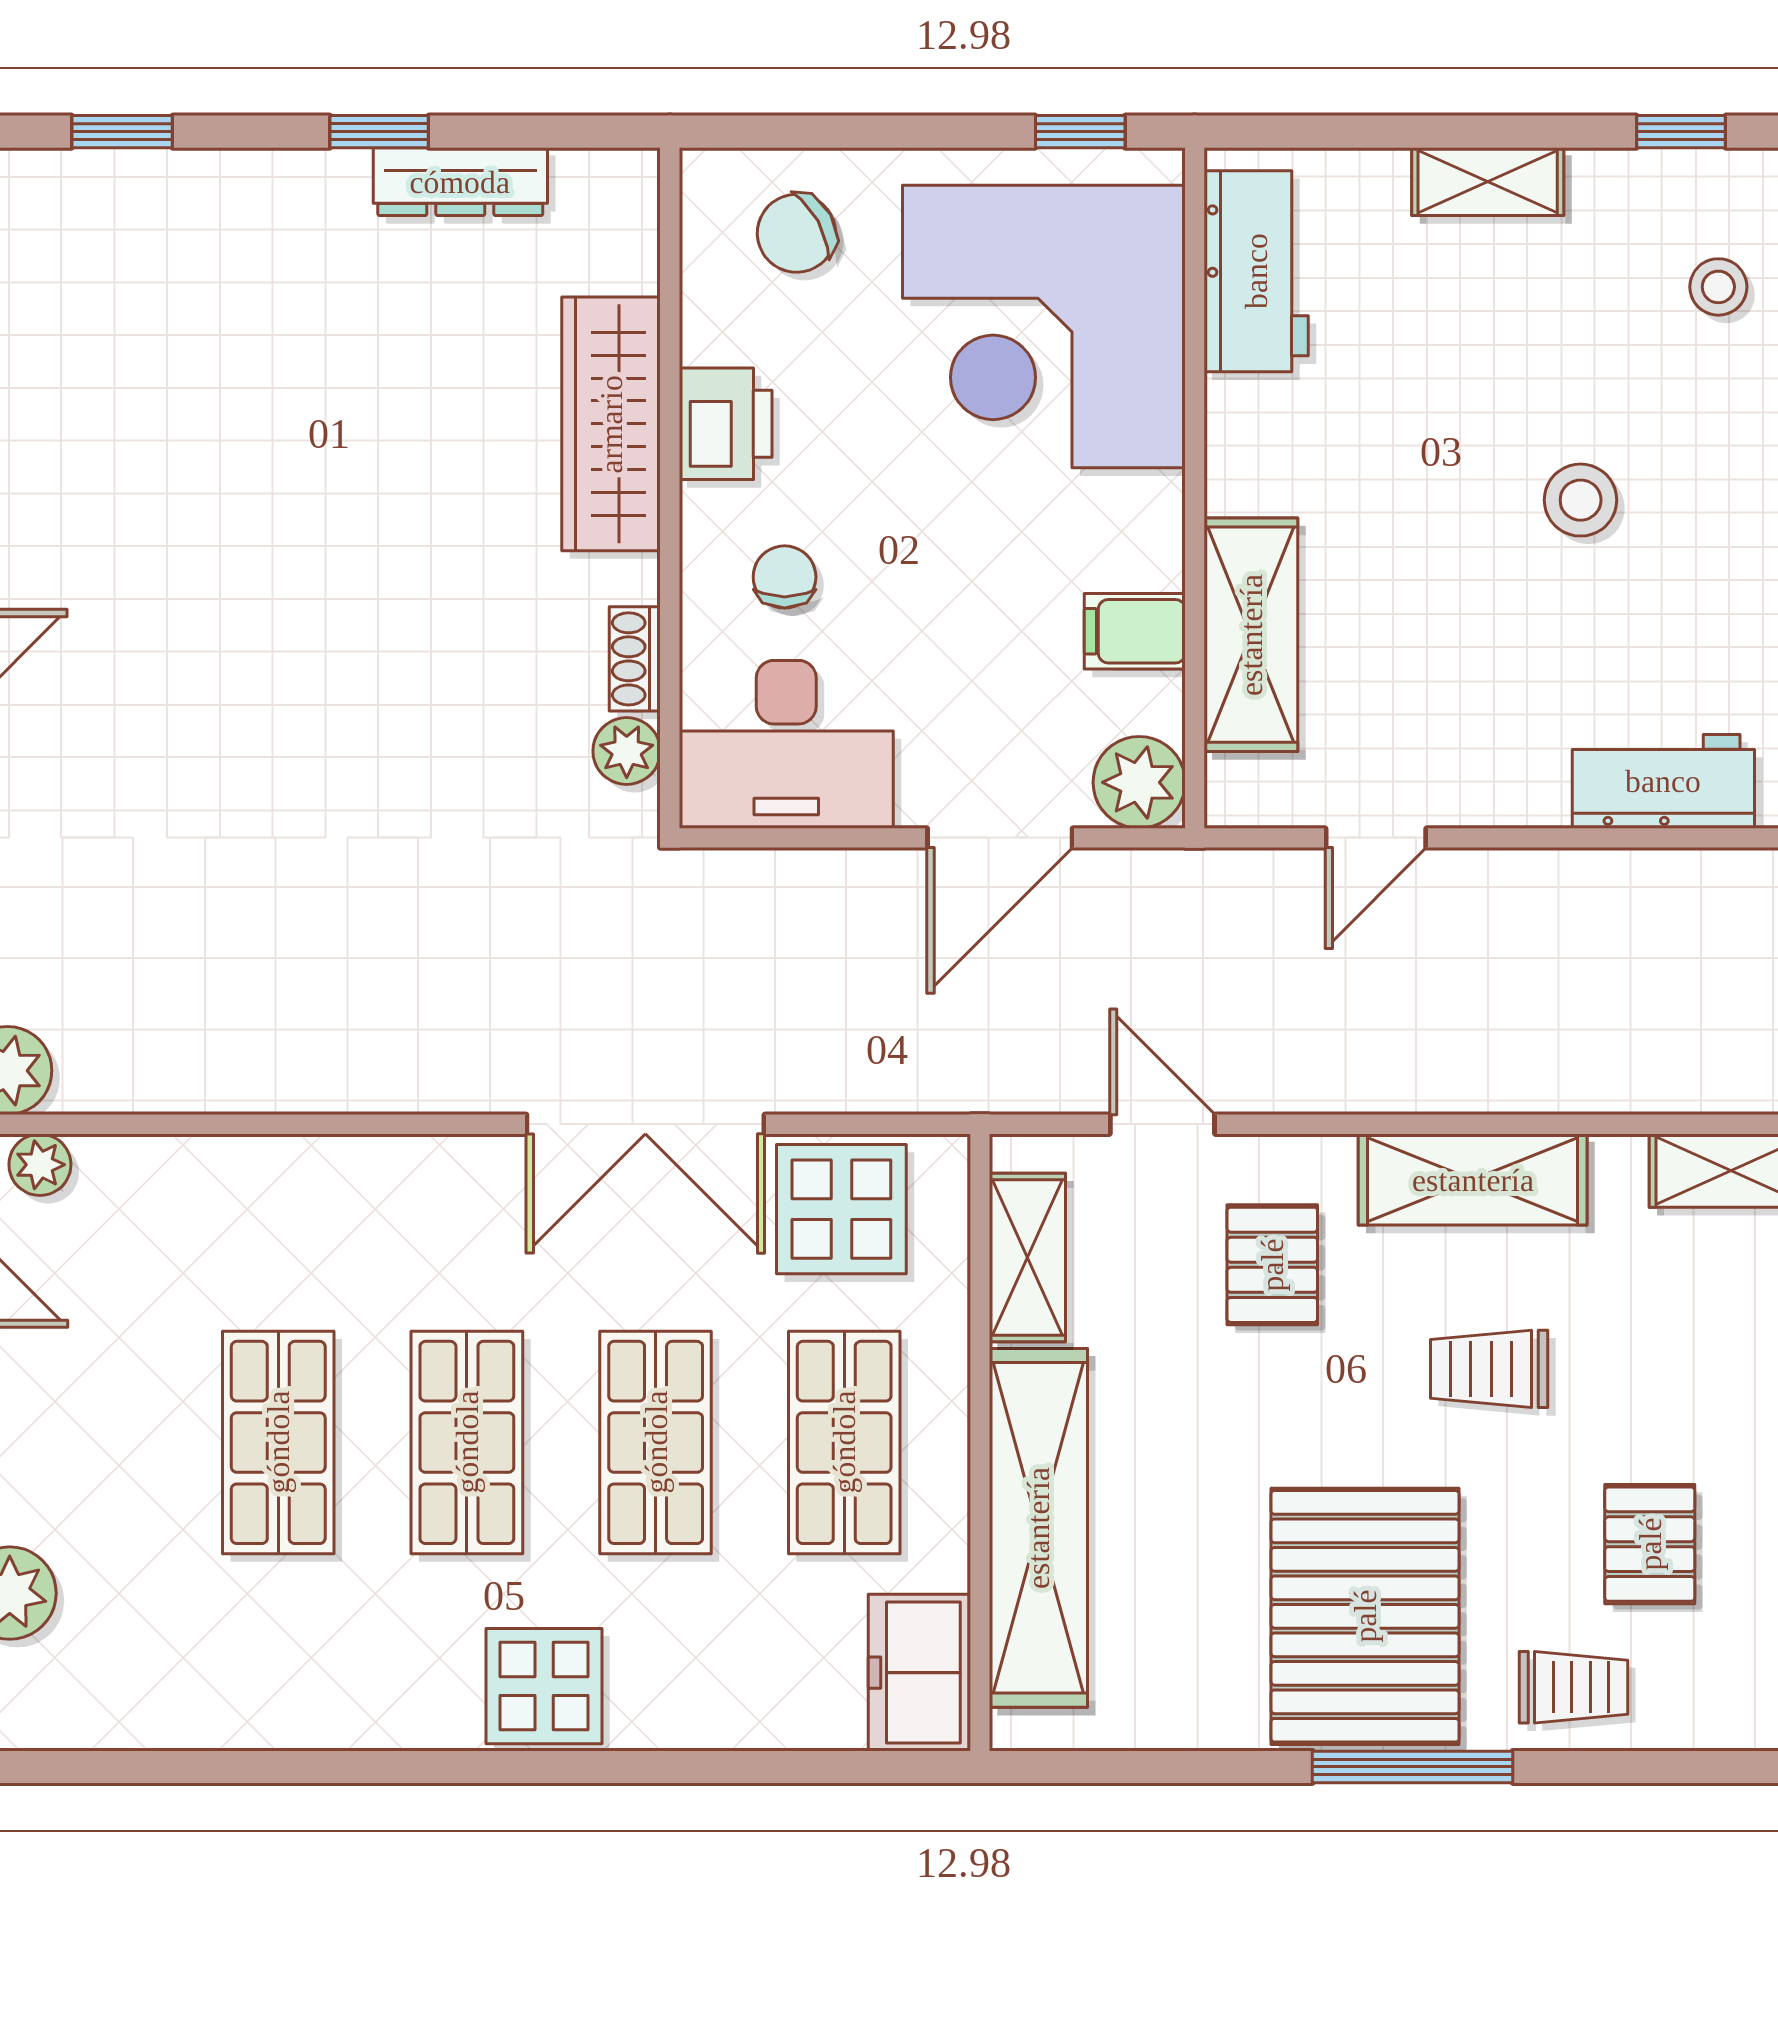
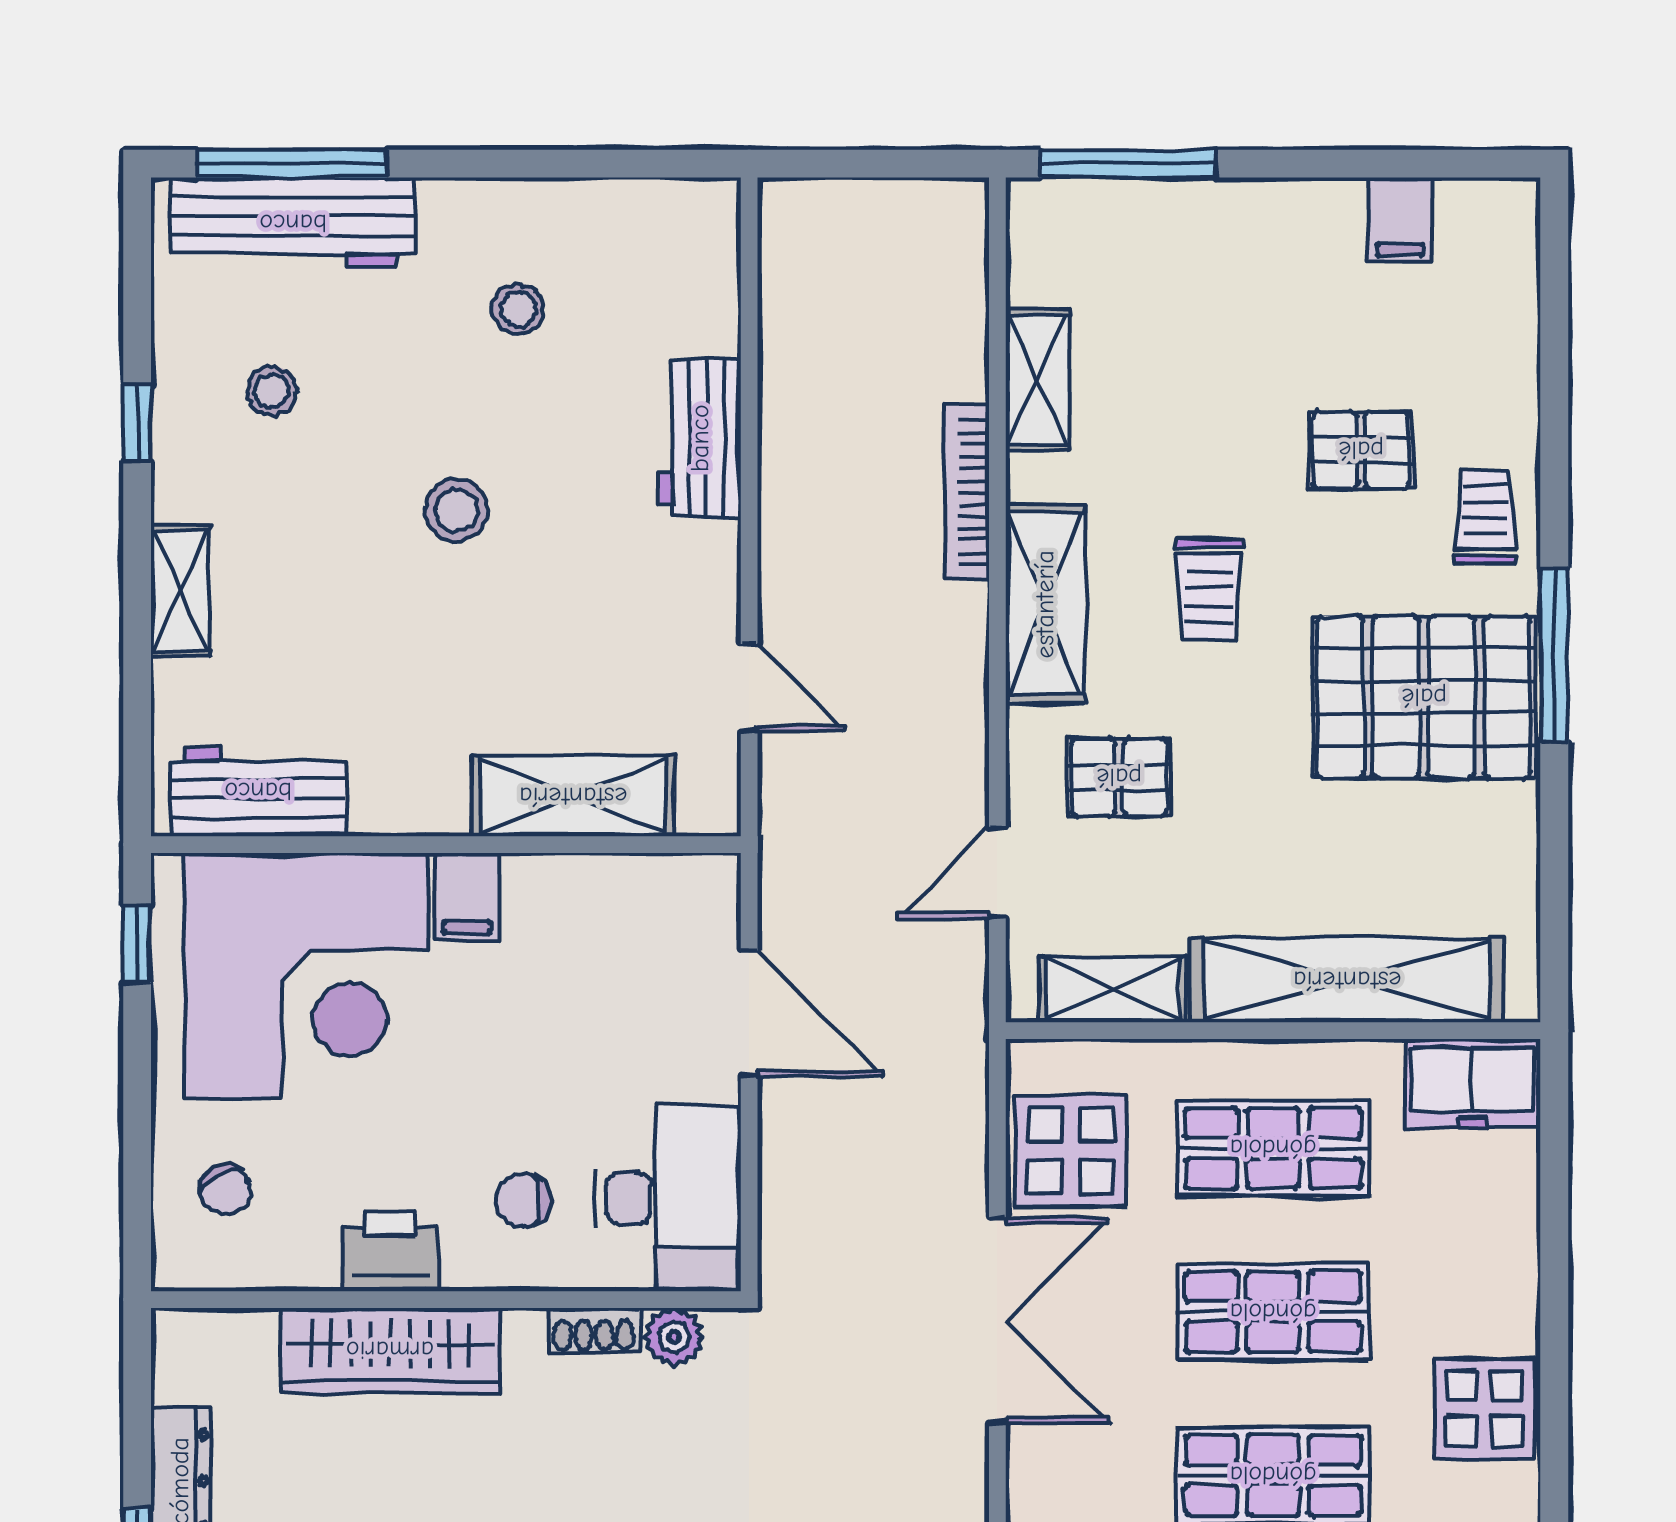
chair: (797, 233) -> (225, 1190), width x0.73, depth x0.73
filing cabinet: (1135, 631) -> (467, 897), moved
plant: (1139, 782) -> (701, 893), removed
bookcase: (1601, 1089) -> (967, 493), added

